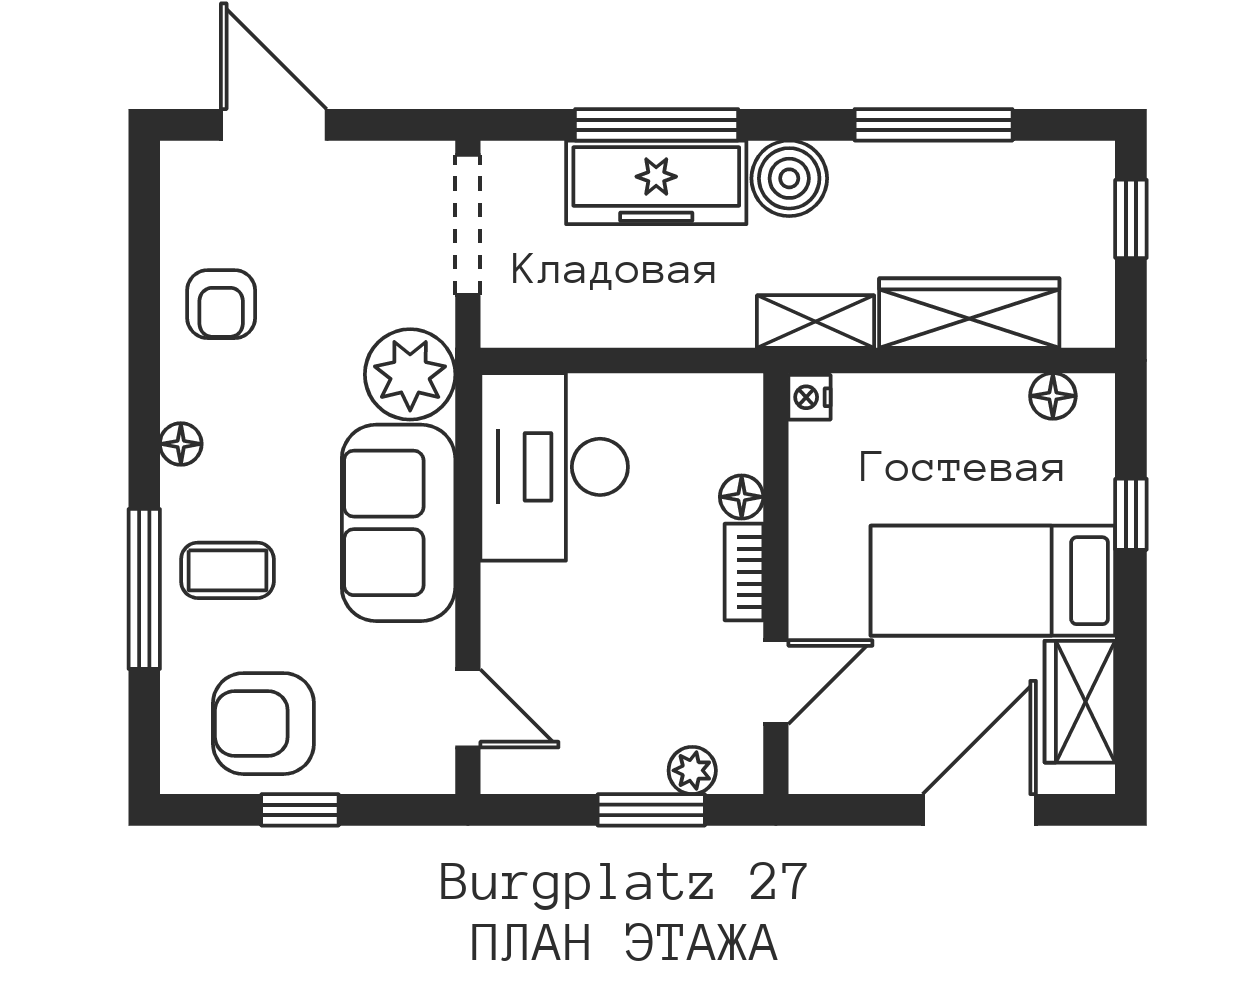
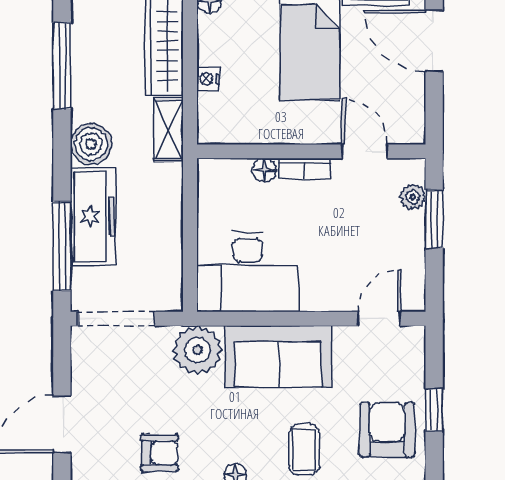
window: (657, 125) -> (62, 246), moved
nightstand: (810, 397) -> (208, 79), moved, turned 90
armchair: (263, 724) -> (387, 430), turned 180

